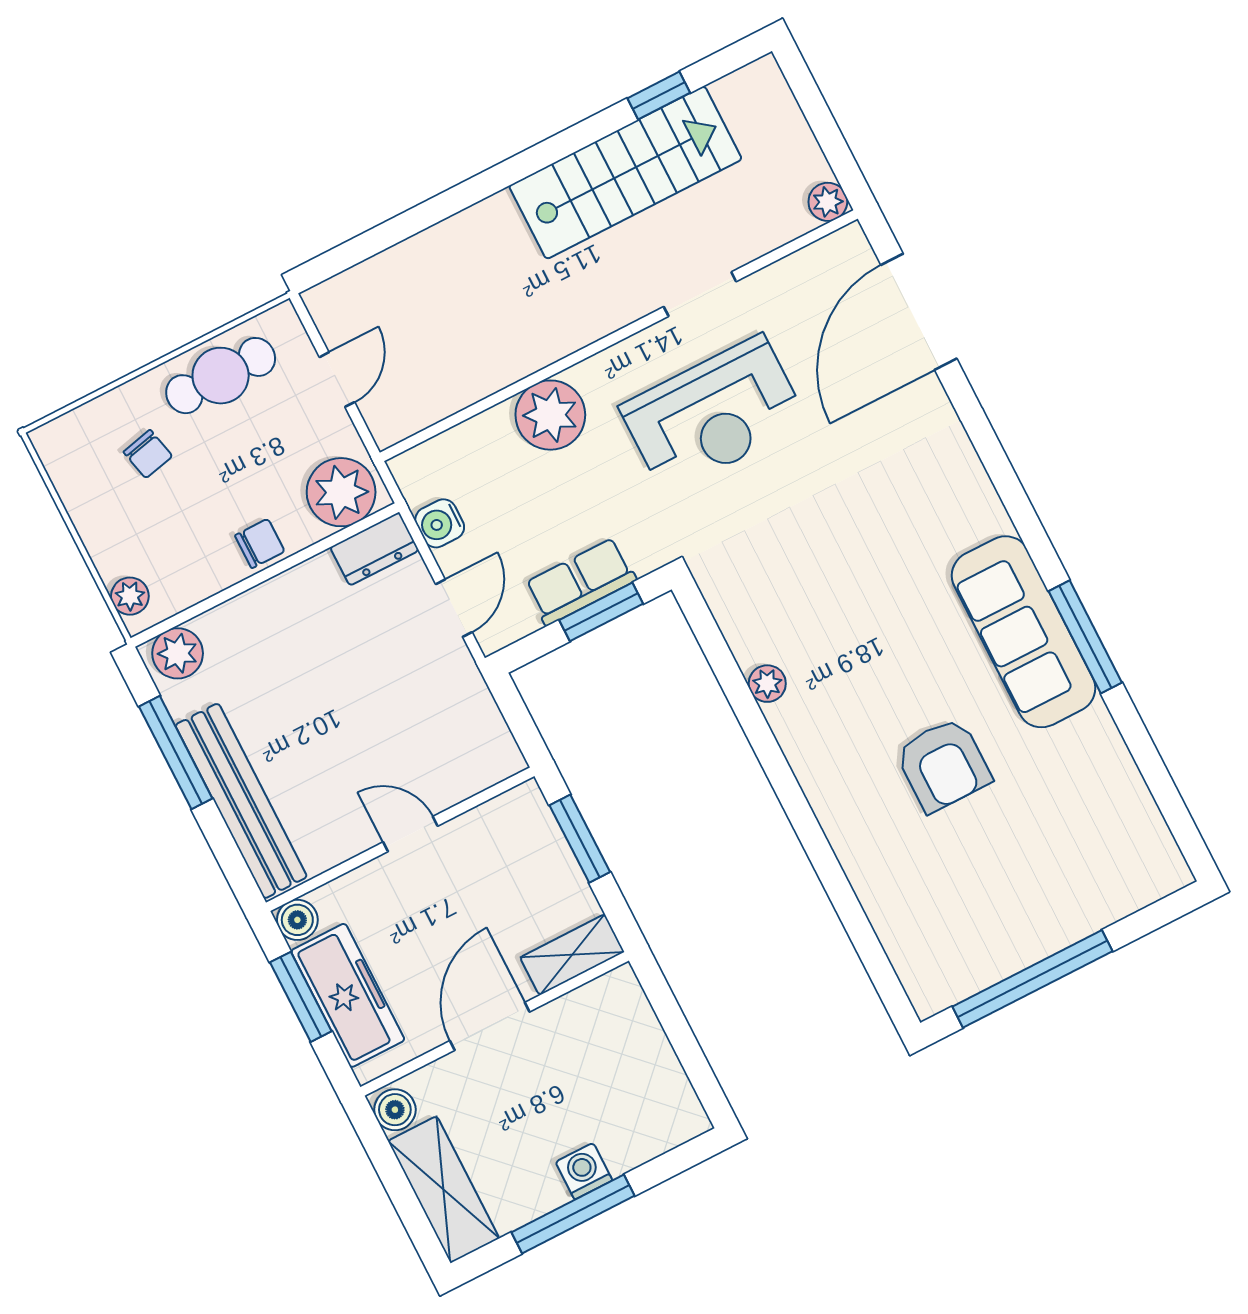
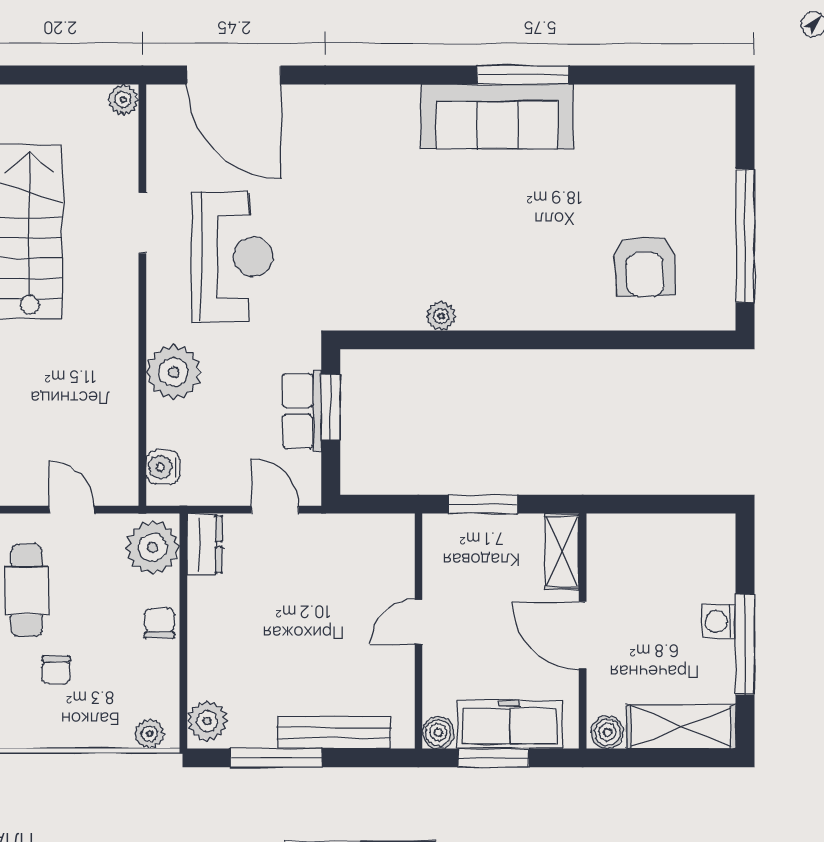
chair: (148, 454) -> (56, 670), turned 103
water cooler: (440, 523) -> (163, 467), moved, turned 90
armchair: (943, 765) -> (645, 266), moved, turned 88
bench: (241, 801) -> (334, 733), width x0.73, depth x0.82

